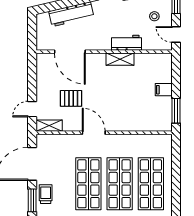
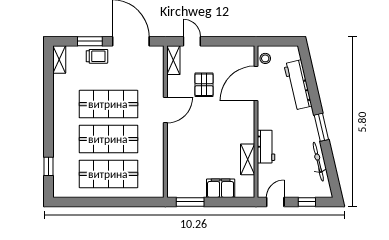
stool: (154, 16) -> (265, 58), moved
shelving: (120, 59) -> (248, 159), moved
filing cabinet: (164, 90) -> (221, 188), width x2.00

